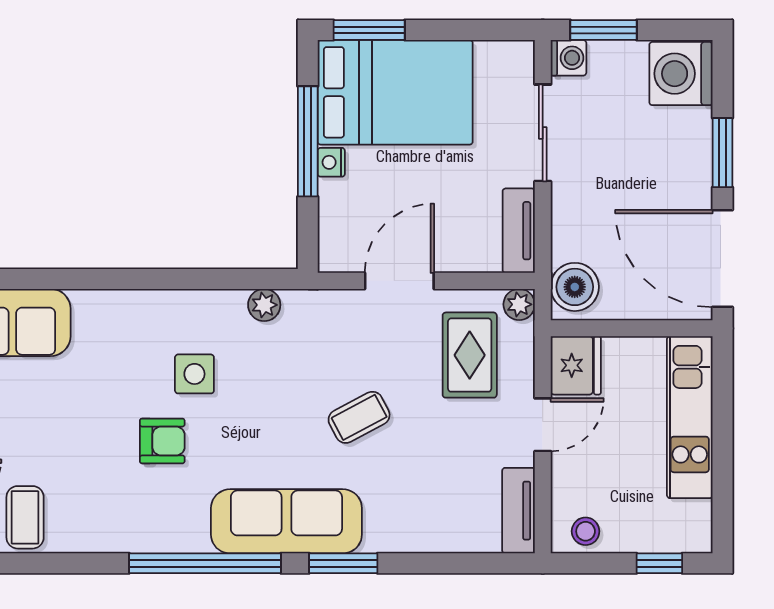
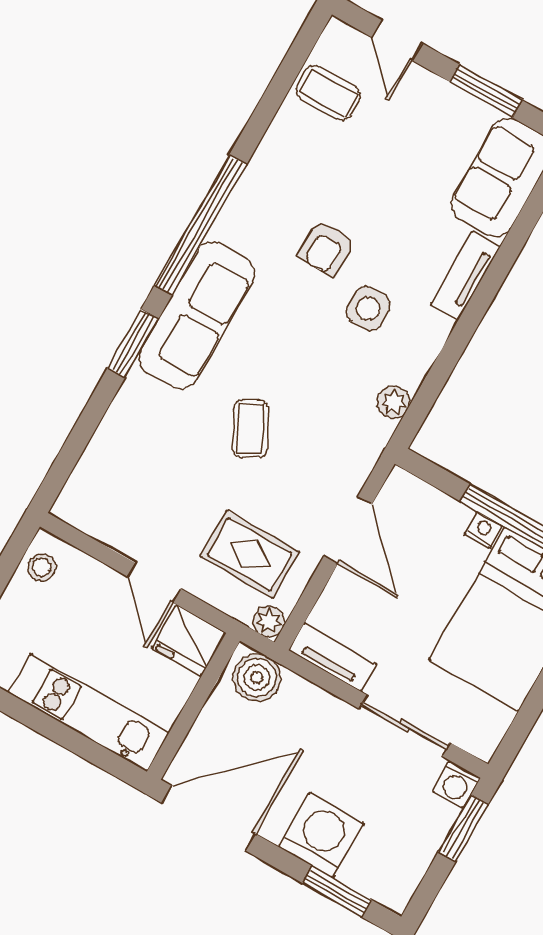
washing machine: (681, 74) -> (321, 835), moved
window: (722, 153) -> (337, 891), moved
tv unit: (518, 511) -> (466, 275), moved, turned -90

